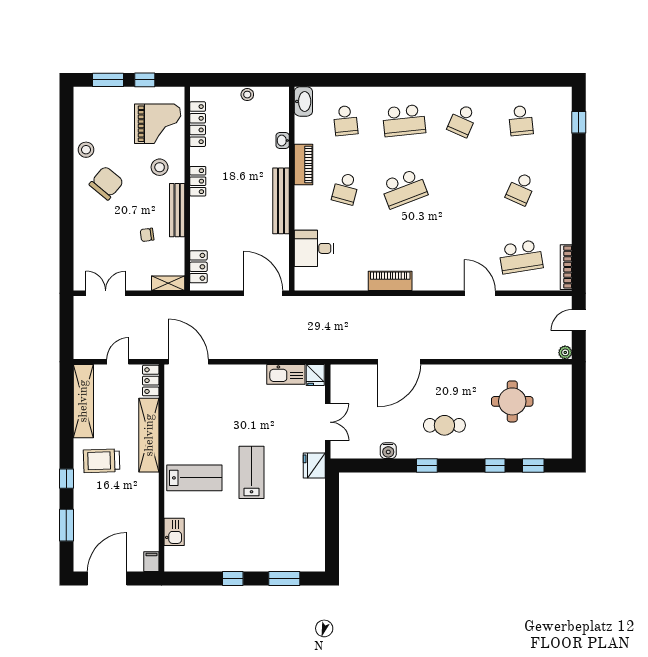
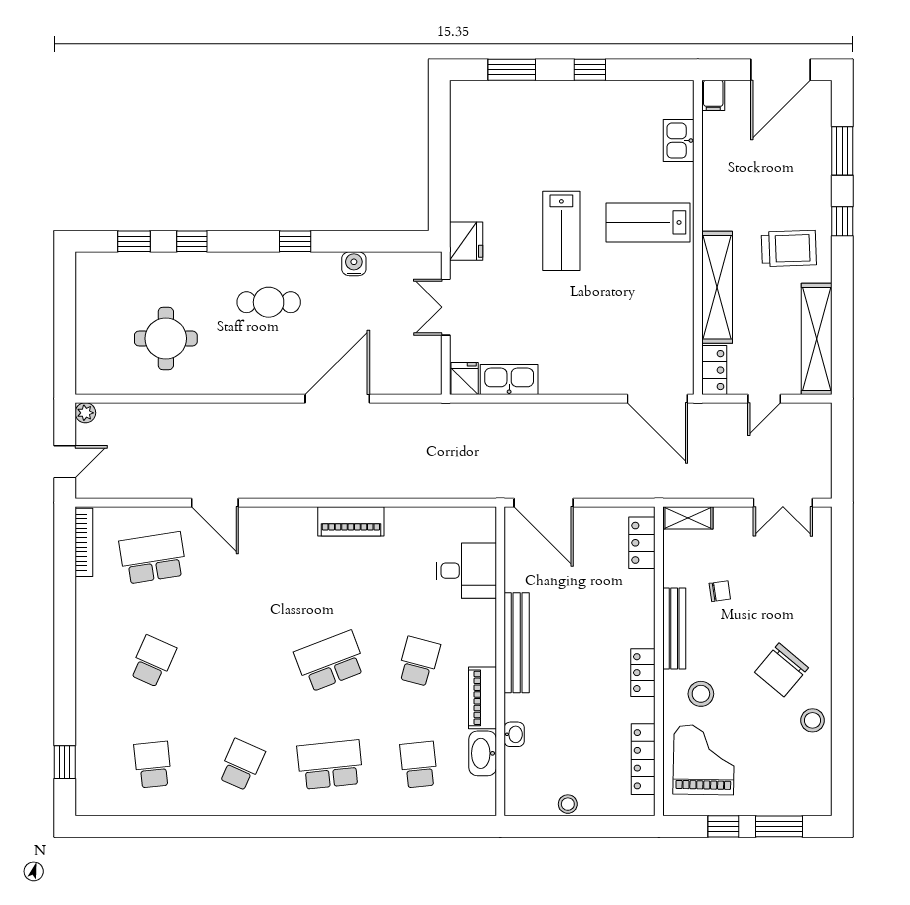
washbasin: (303, 101) -> (483, 753), moved
grand piano: (158, 124) -> (704, 760), turned 91

